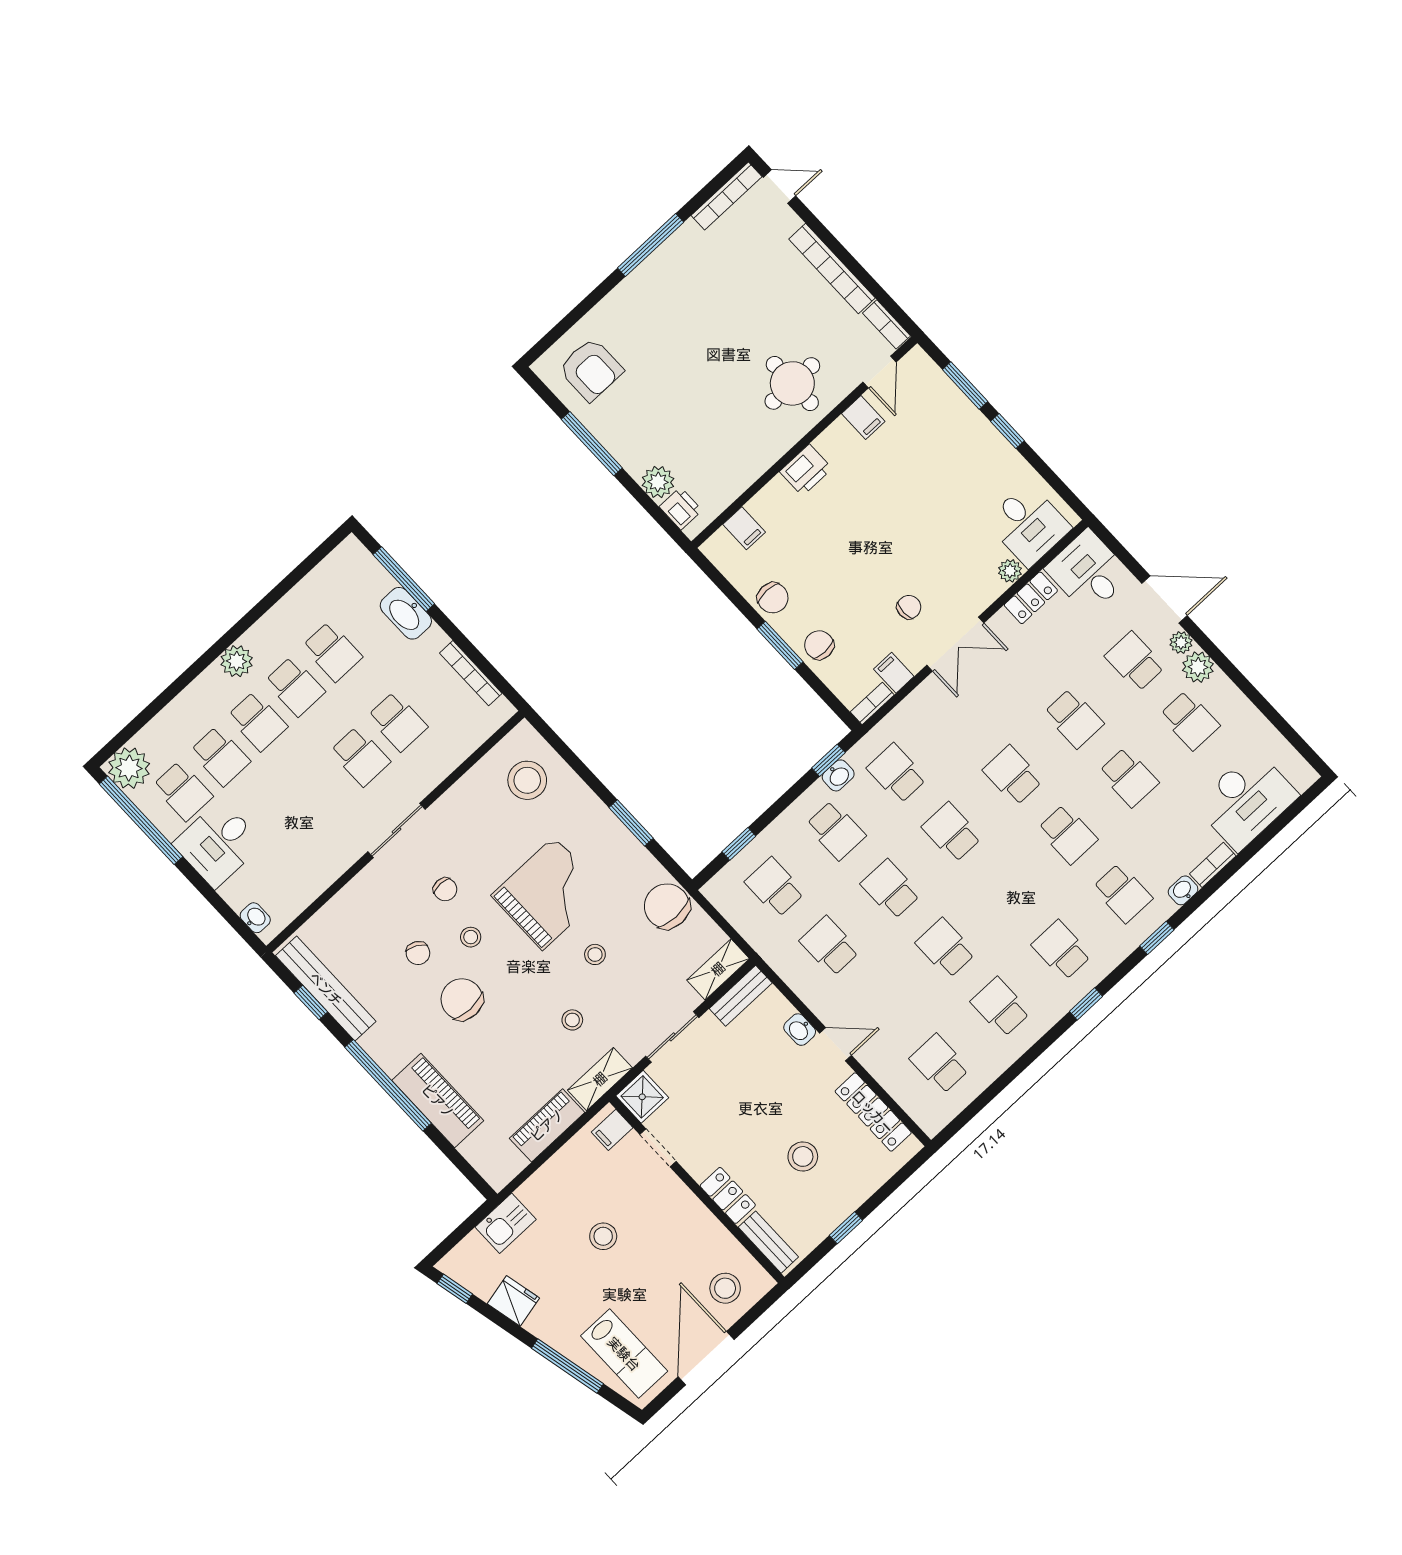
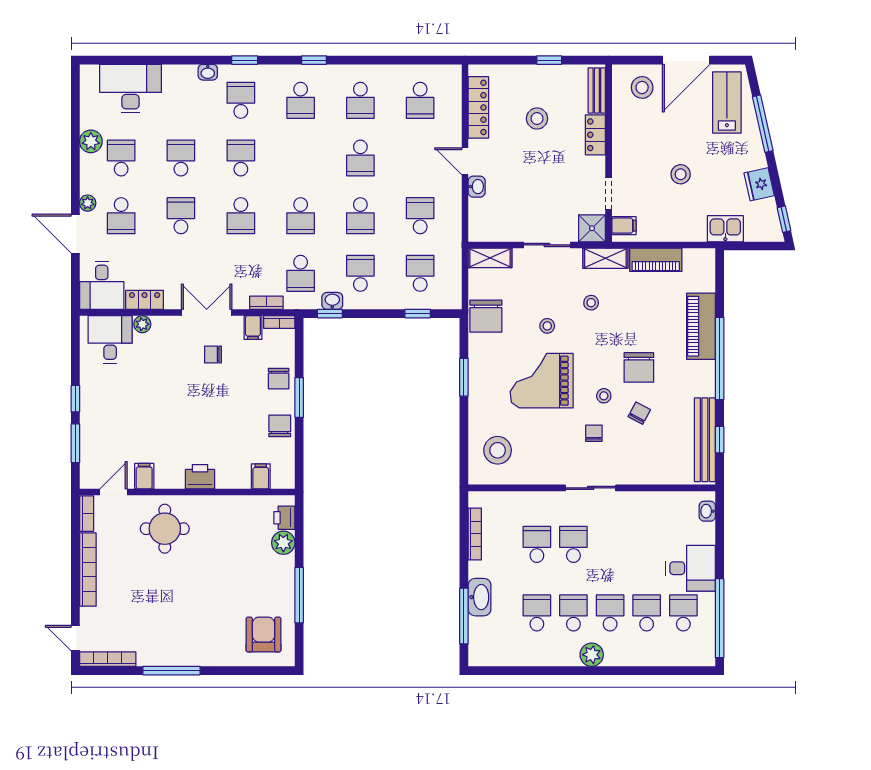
plant: (1198, 667) -> (91, 141), moved
plant: (129, 768) -> (700, 651), removed
bookcase: (1213, 865) -> (266, 303), moved, turned 180
school desk: (775, 887) -> (420, 273), turned 180
school desk: (830, 946) -> (420, 216), turned 180
bench: (741, 996) -> (491, 233), removed

